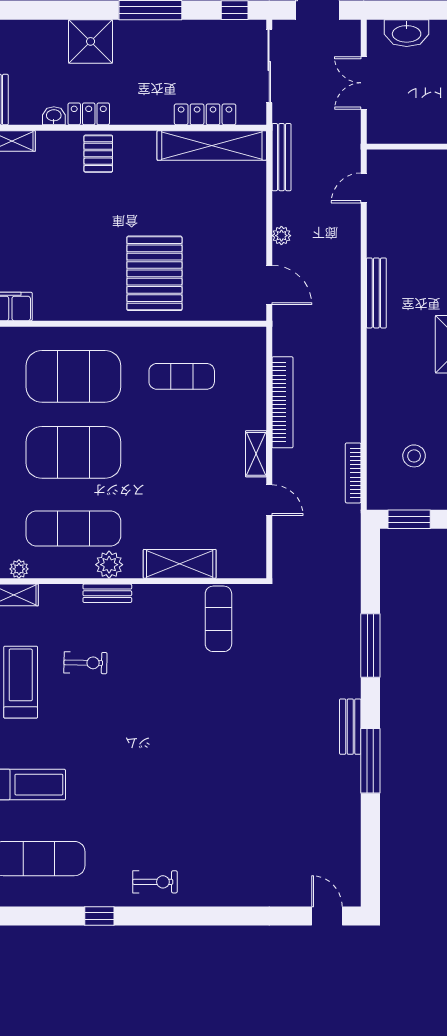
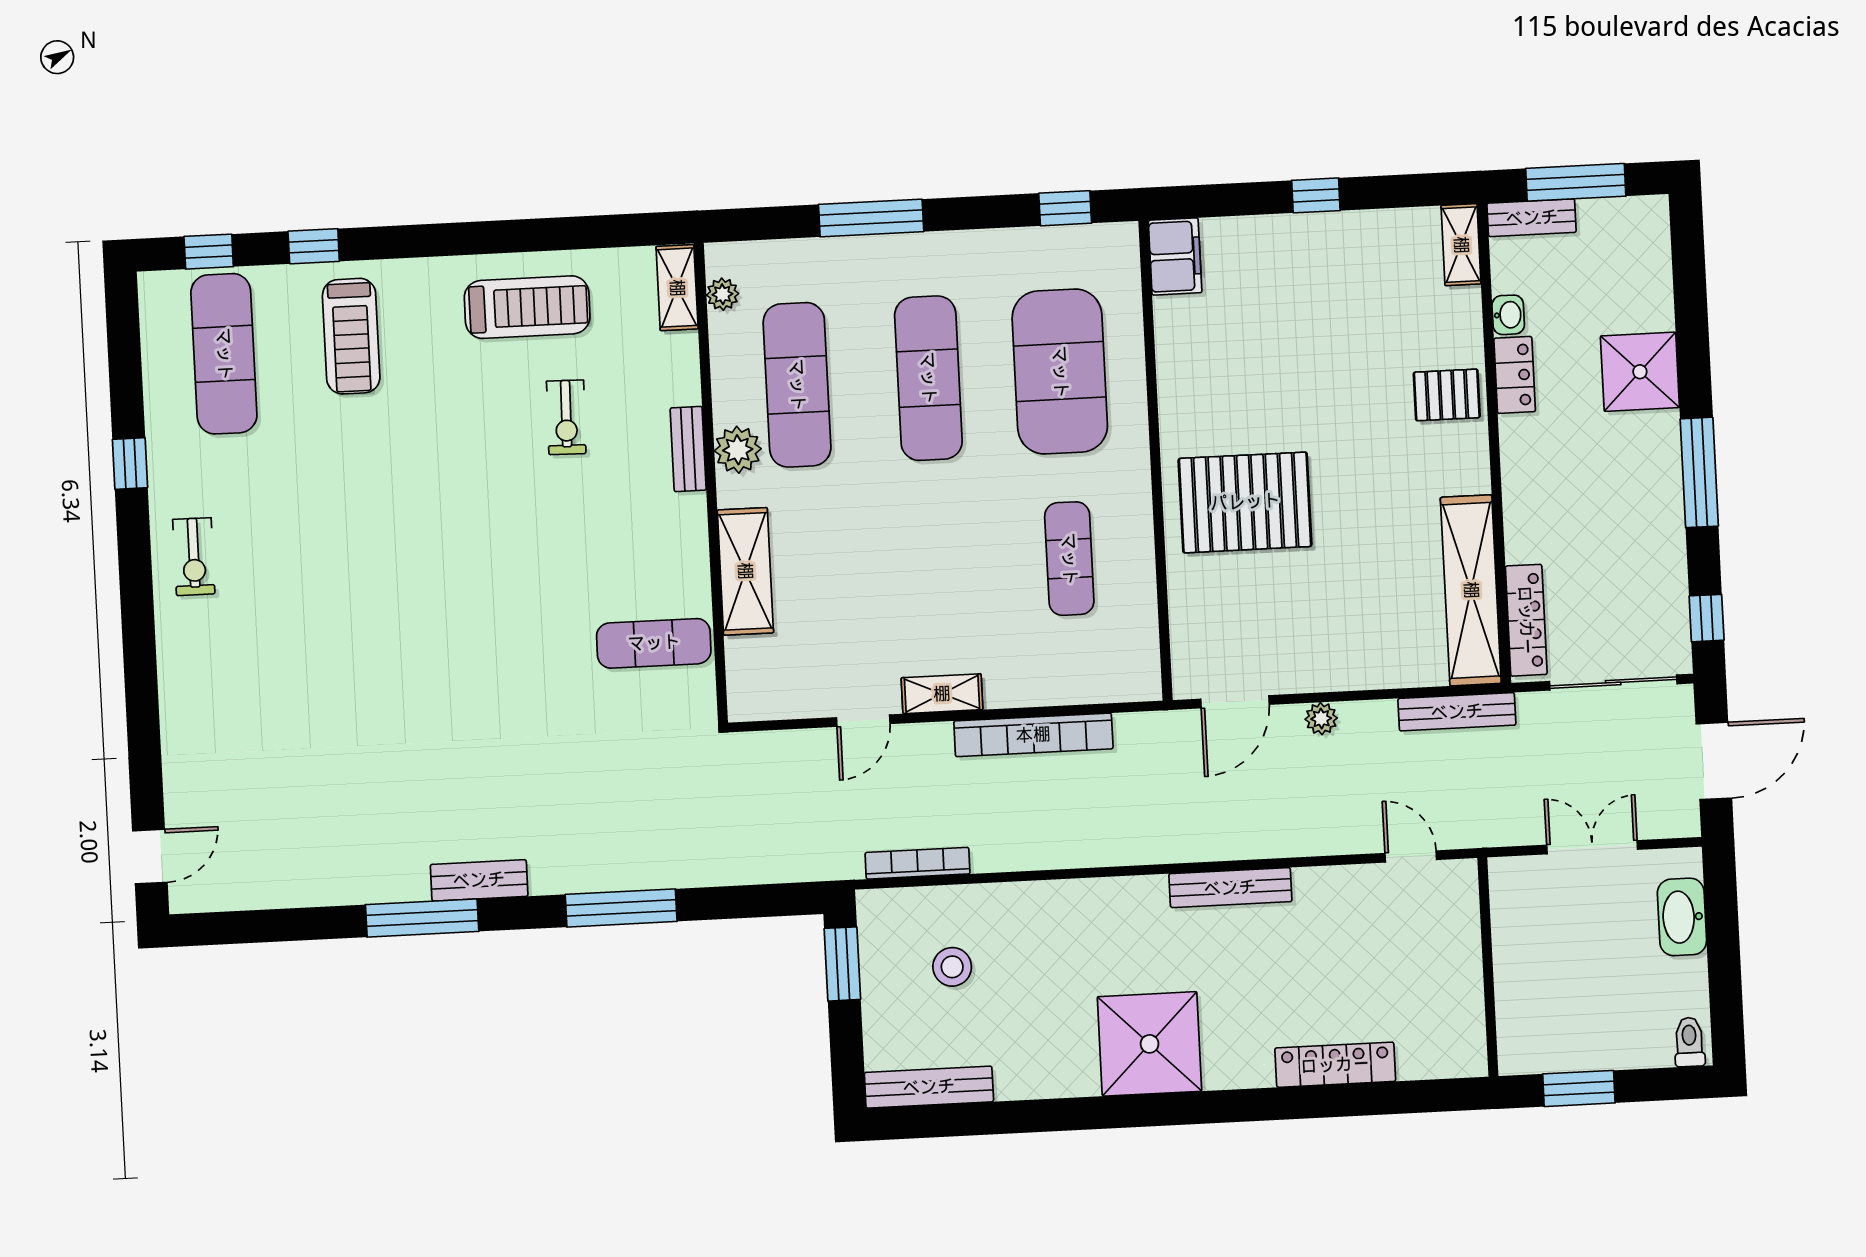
locker: (205, 114) -> (1526, 620), moved
exercise mat: (73, 452) -> (928, 378), width x0.68

